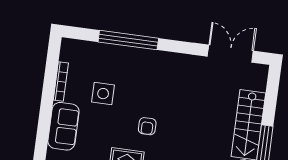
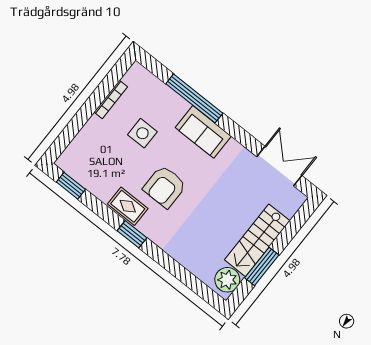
sofa: (63, 126) -> (203, 132), moved, turned 90
armchair: (147, 126) -> (165, 187), width x1.88, depth x1.88

